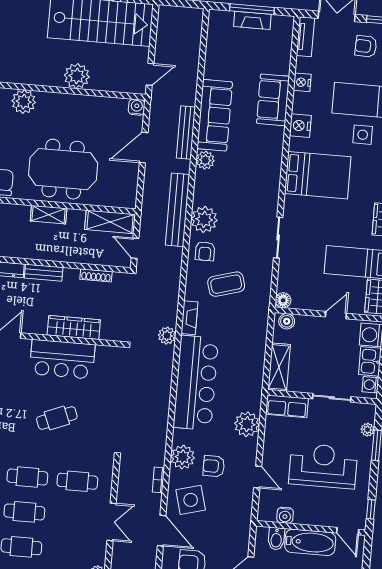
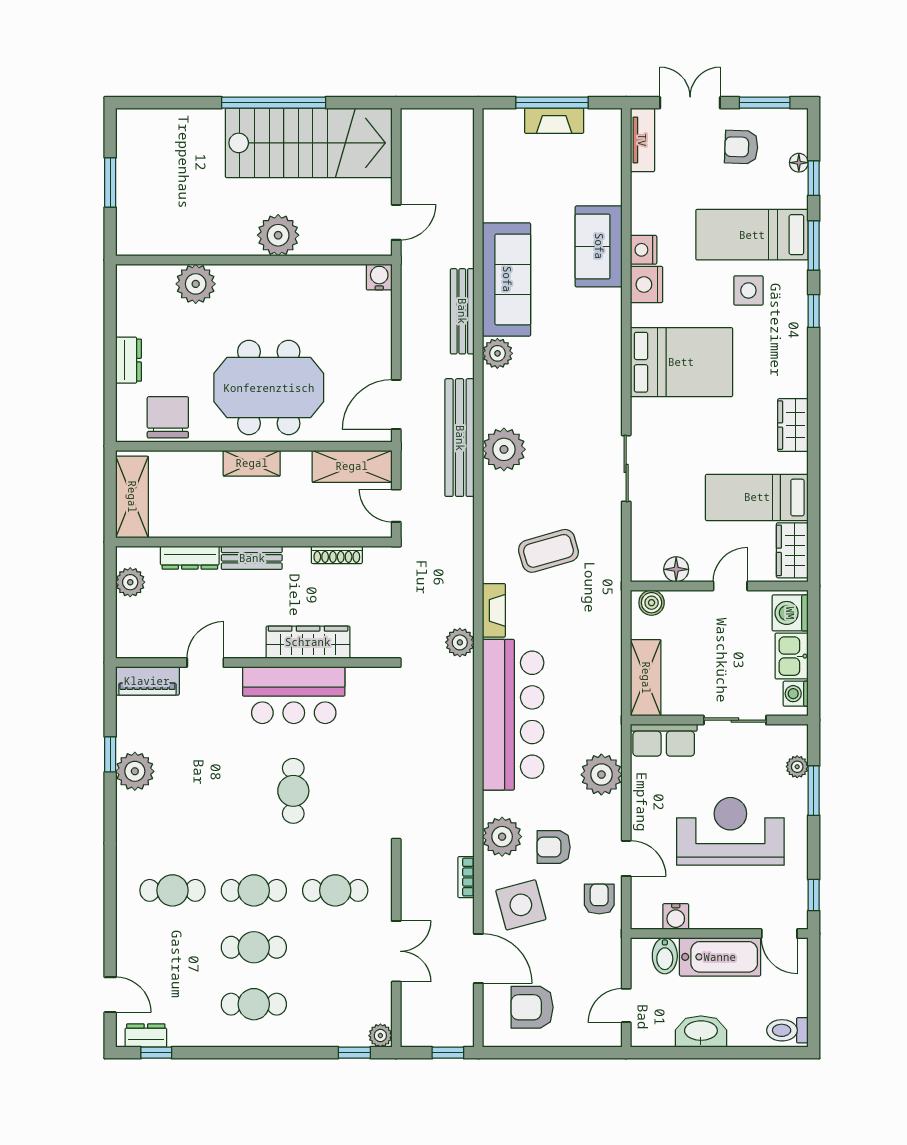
nightstand: (302, 82) -> (644, 250), moved
door: (144, 148) -> (396, 404), moved
armchair: (205, 251) -> (599, 899), moved, turned 180
floor lamp: (283, 300) -> (676, 569), moved
cafe table: (57, 418) -> (293, 791), turned -68

